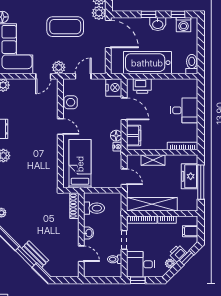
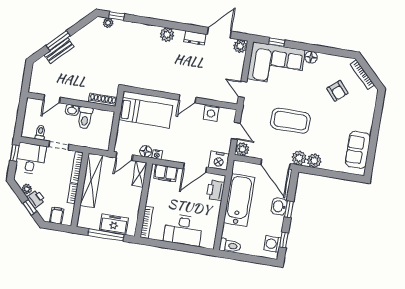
washbasin: (158, 24) -> (279, 206), moved
coffee table: (65, 27) -> (290, 121), turned 90
door: (108, 34) -> (275, 164), hinge flipped
plant: (59, 67) -> (242, 149), moved
desk: (184, 110) -> (183, 230), width x1.37
floor lamp: (116, 136) -> (146, 151), moved
shelving: (153, 160) -> (139, 174), moved
toilet: (94, 208) -> (85, 118), moved

